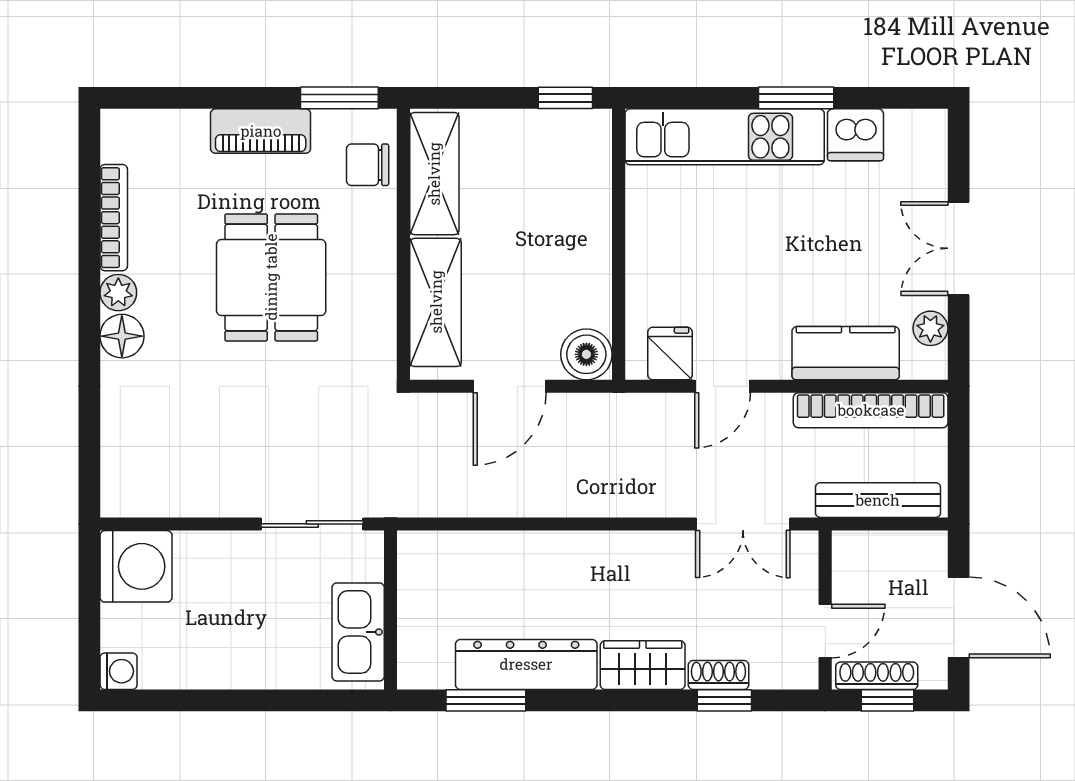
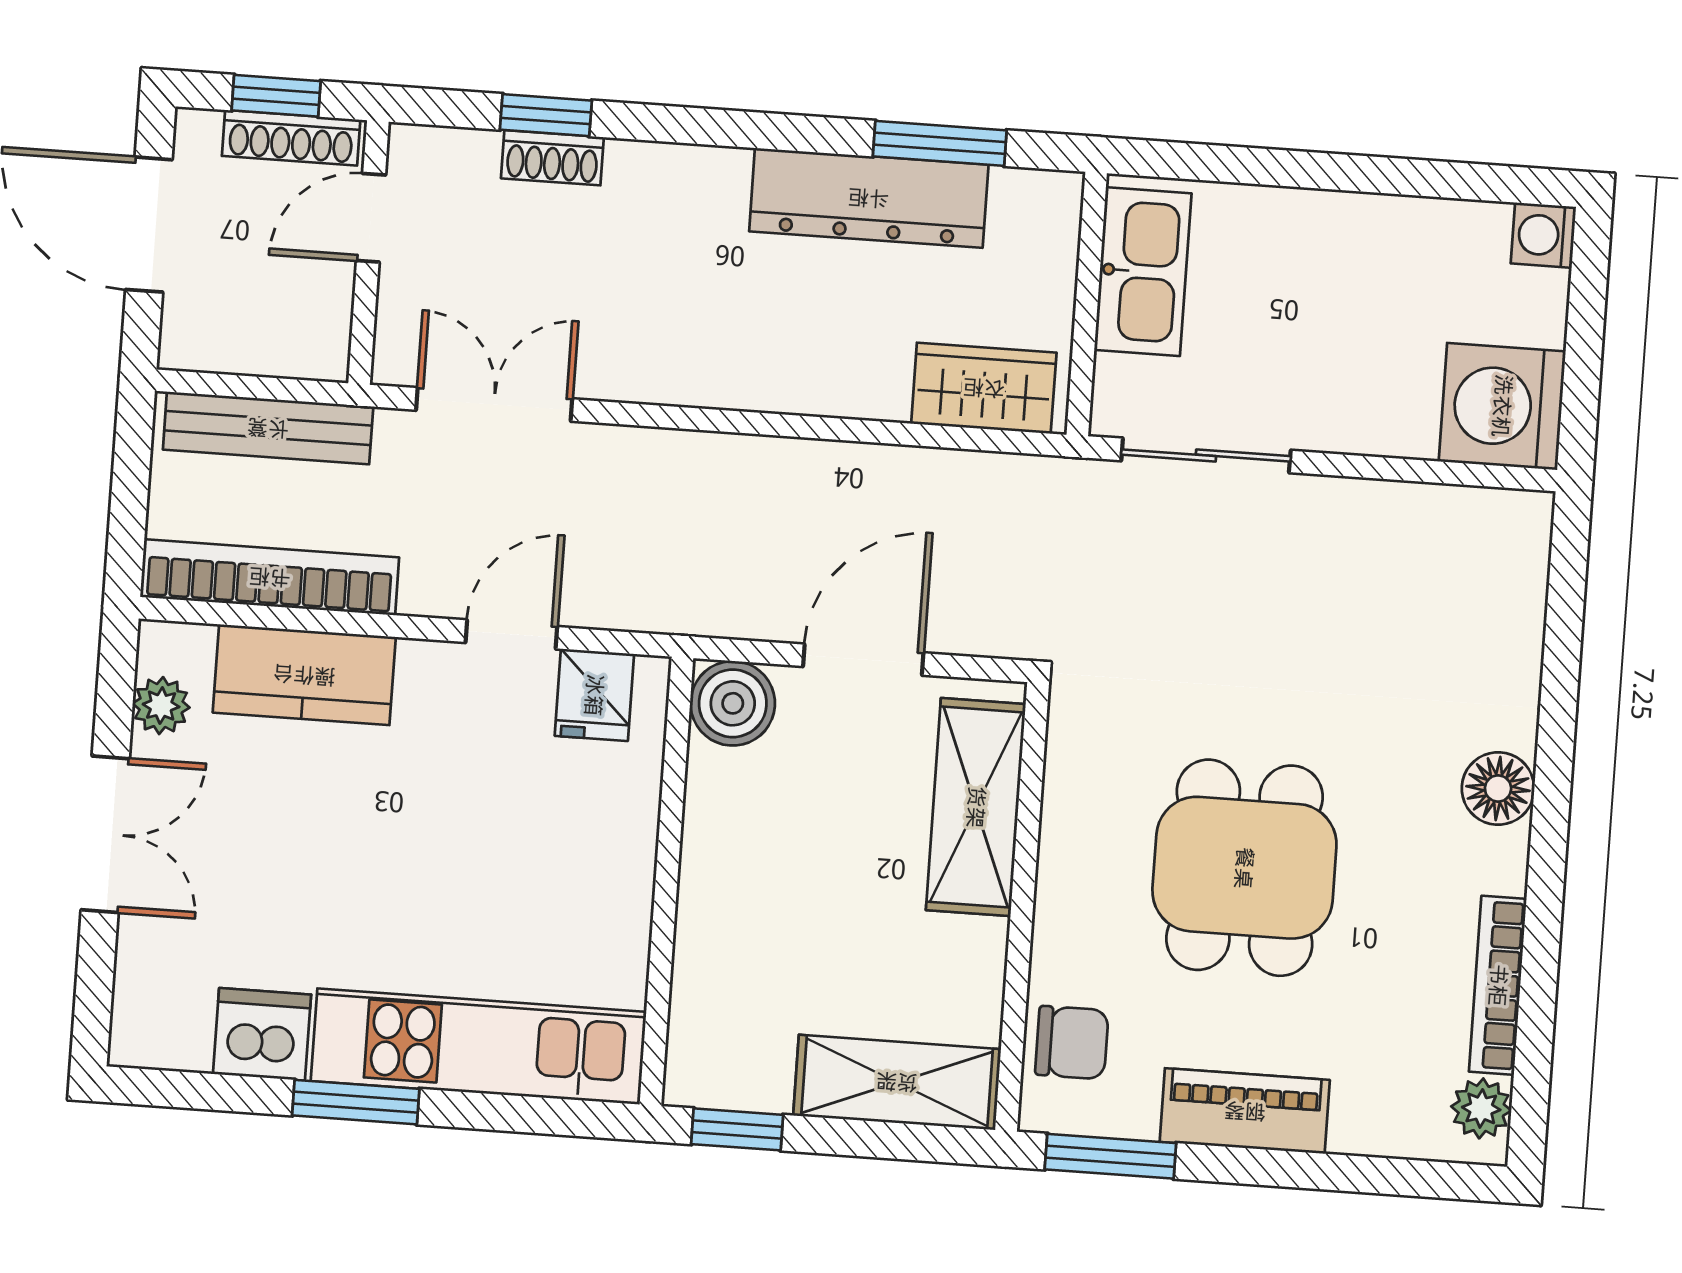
shelving: (434, 174) -> (897, 1082), moved, turned 90
plant: (118, 293) -> (1481, 1108), moved
wardrobe: (643, 665) -> (984, 388), moved, turned 180

